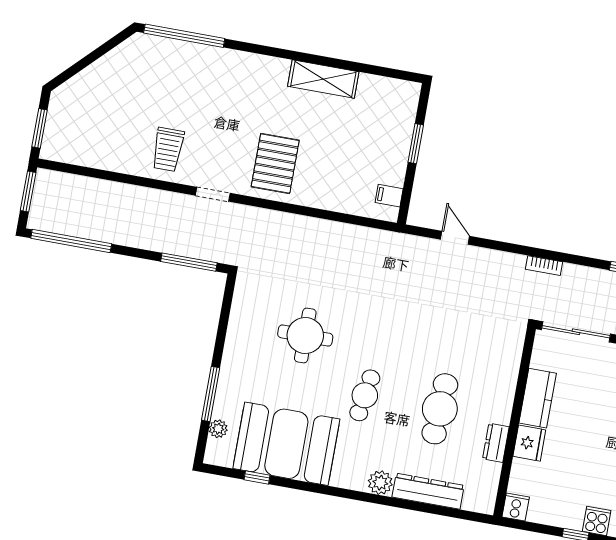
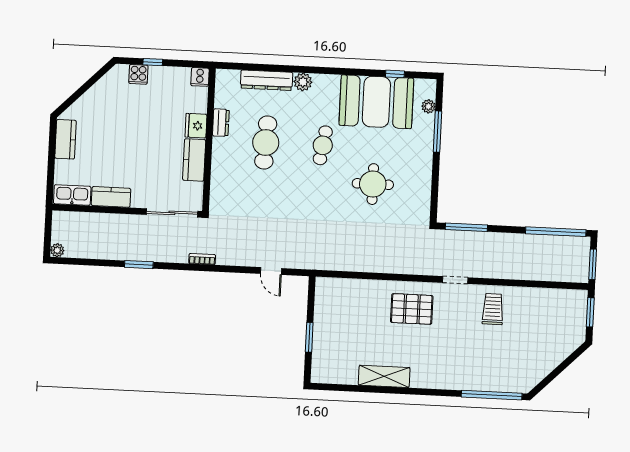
pallet: (275, 163) -> (412, 309), turned 90
filing cabinet: (389, 196) -> (324, 296), removed

